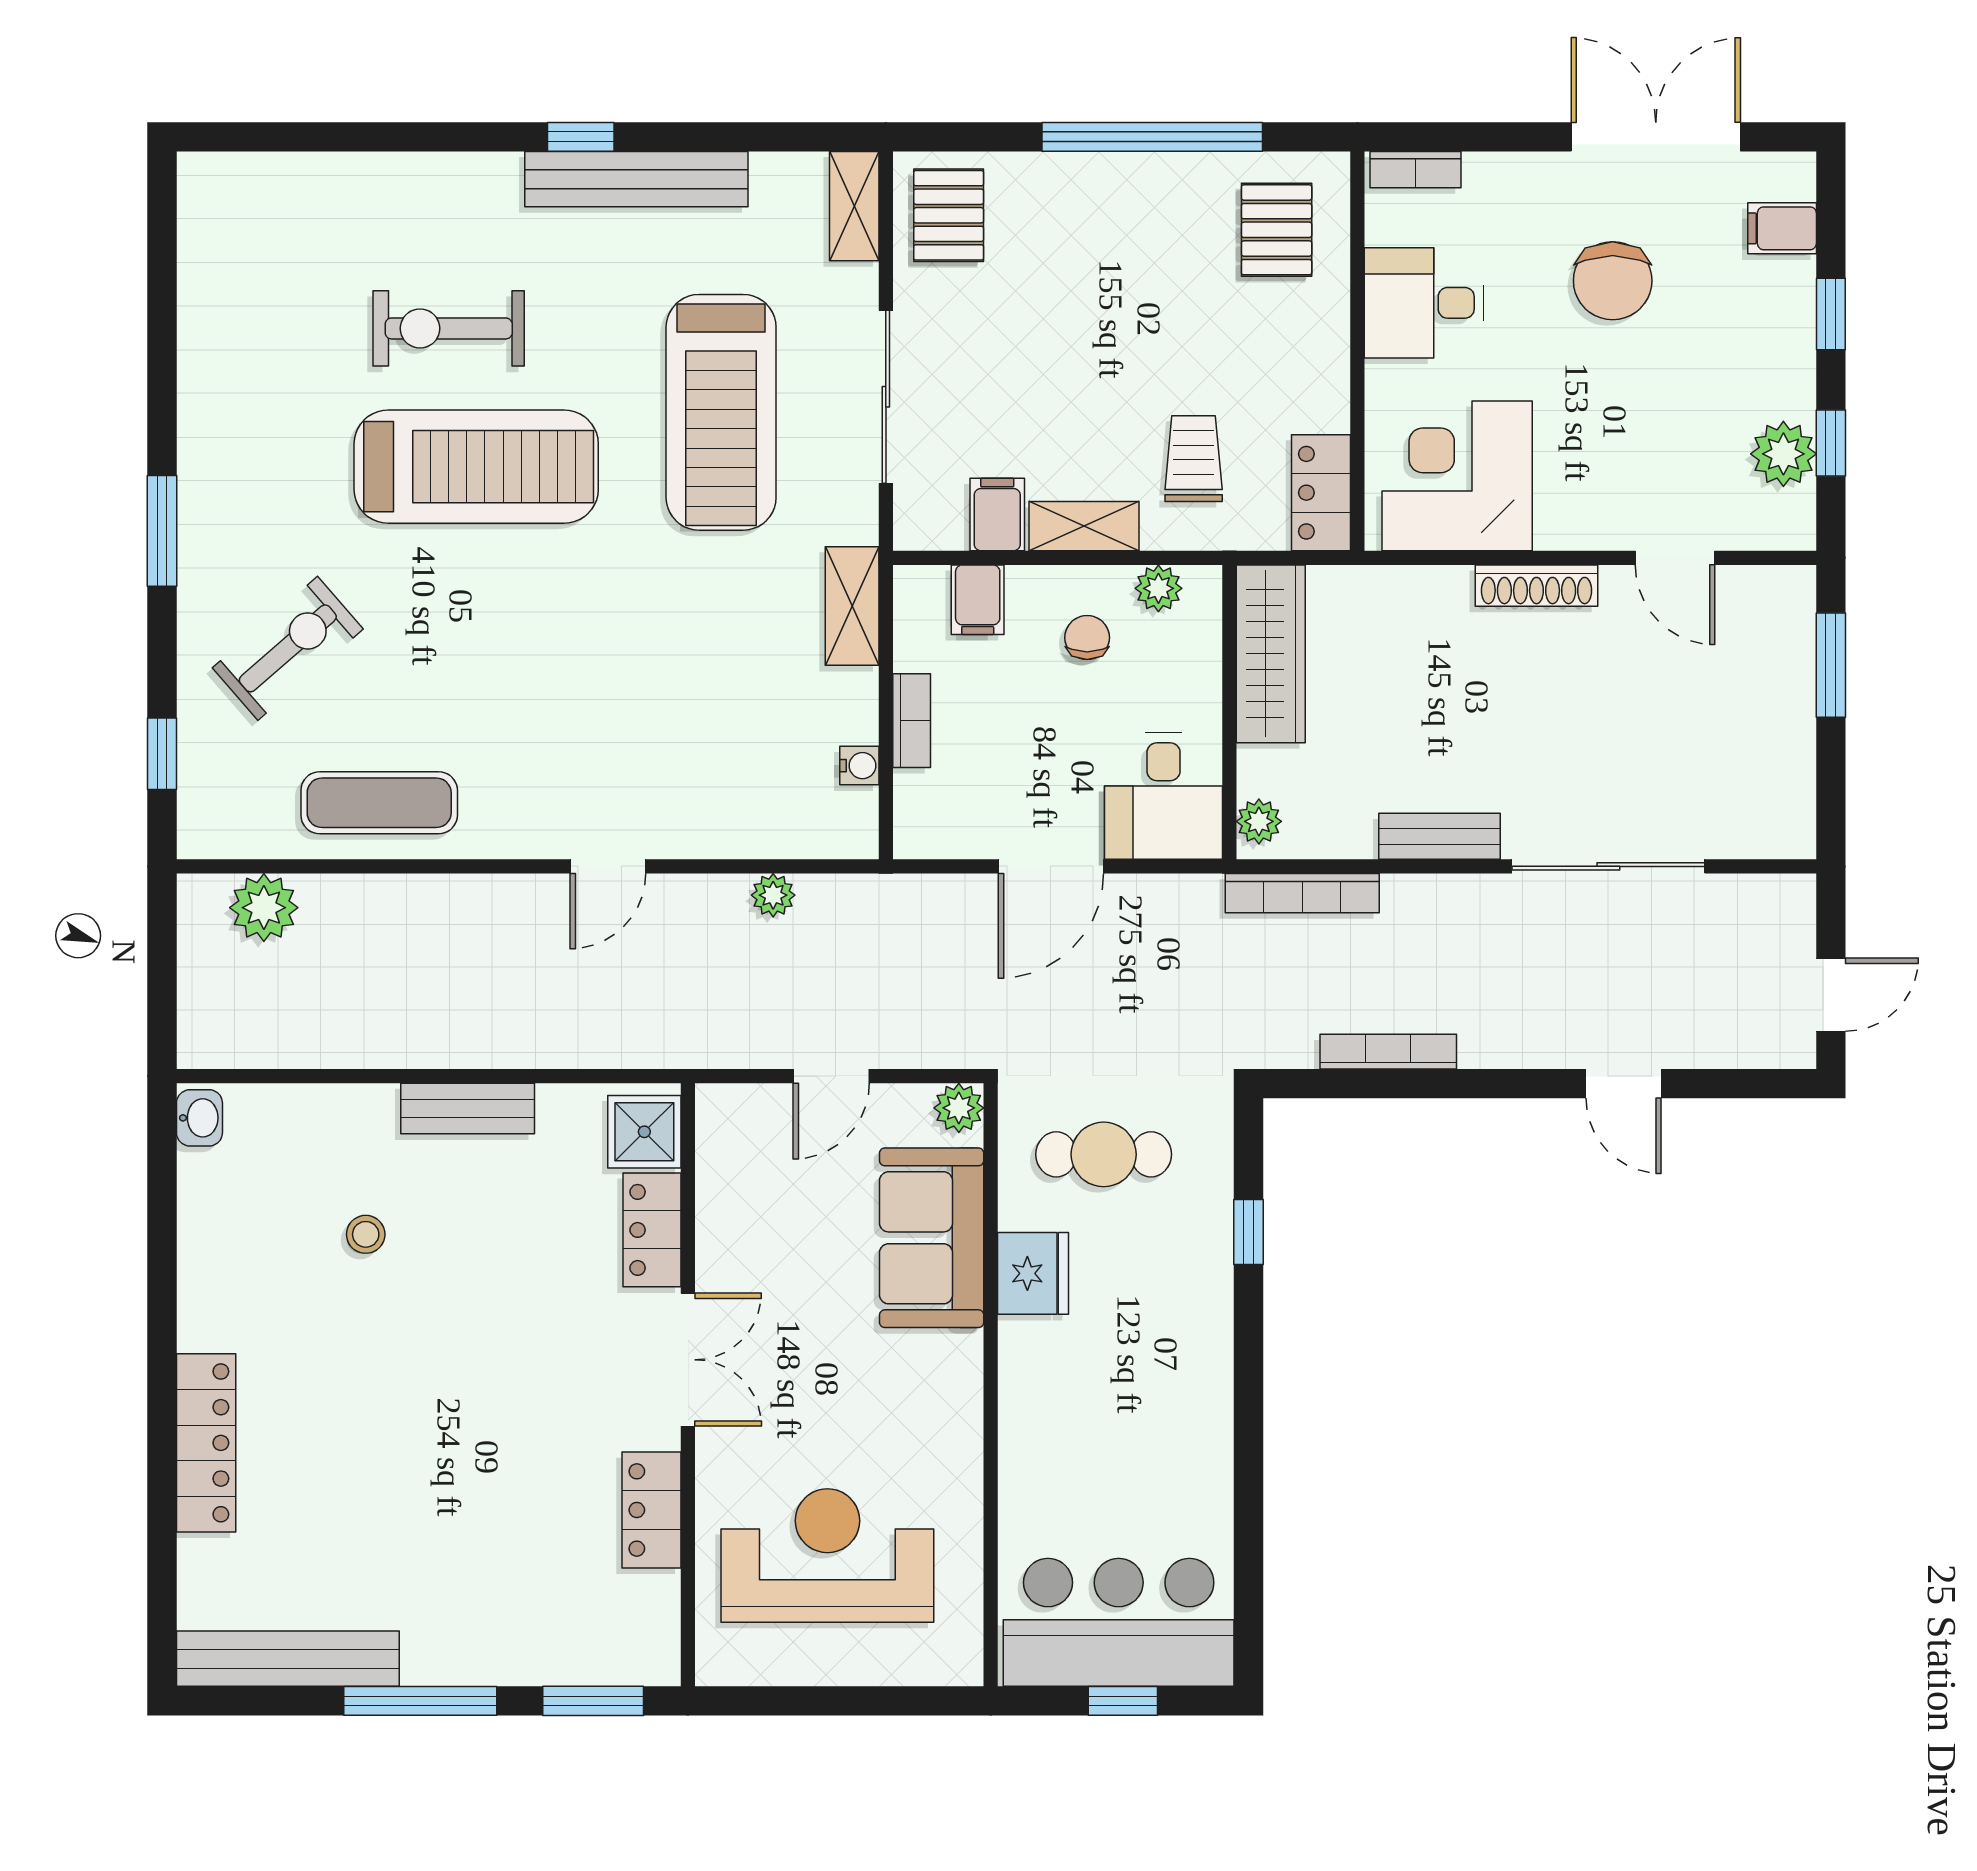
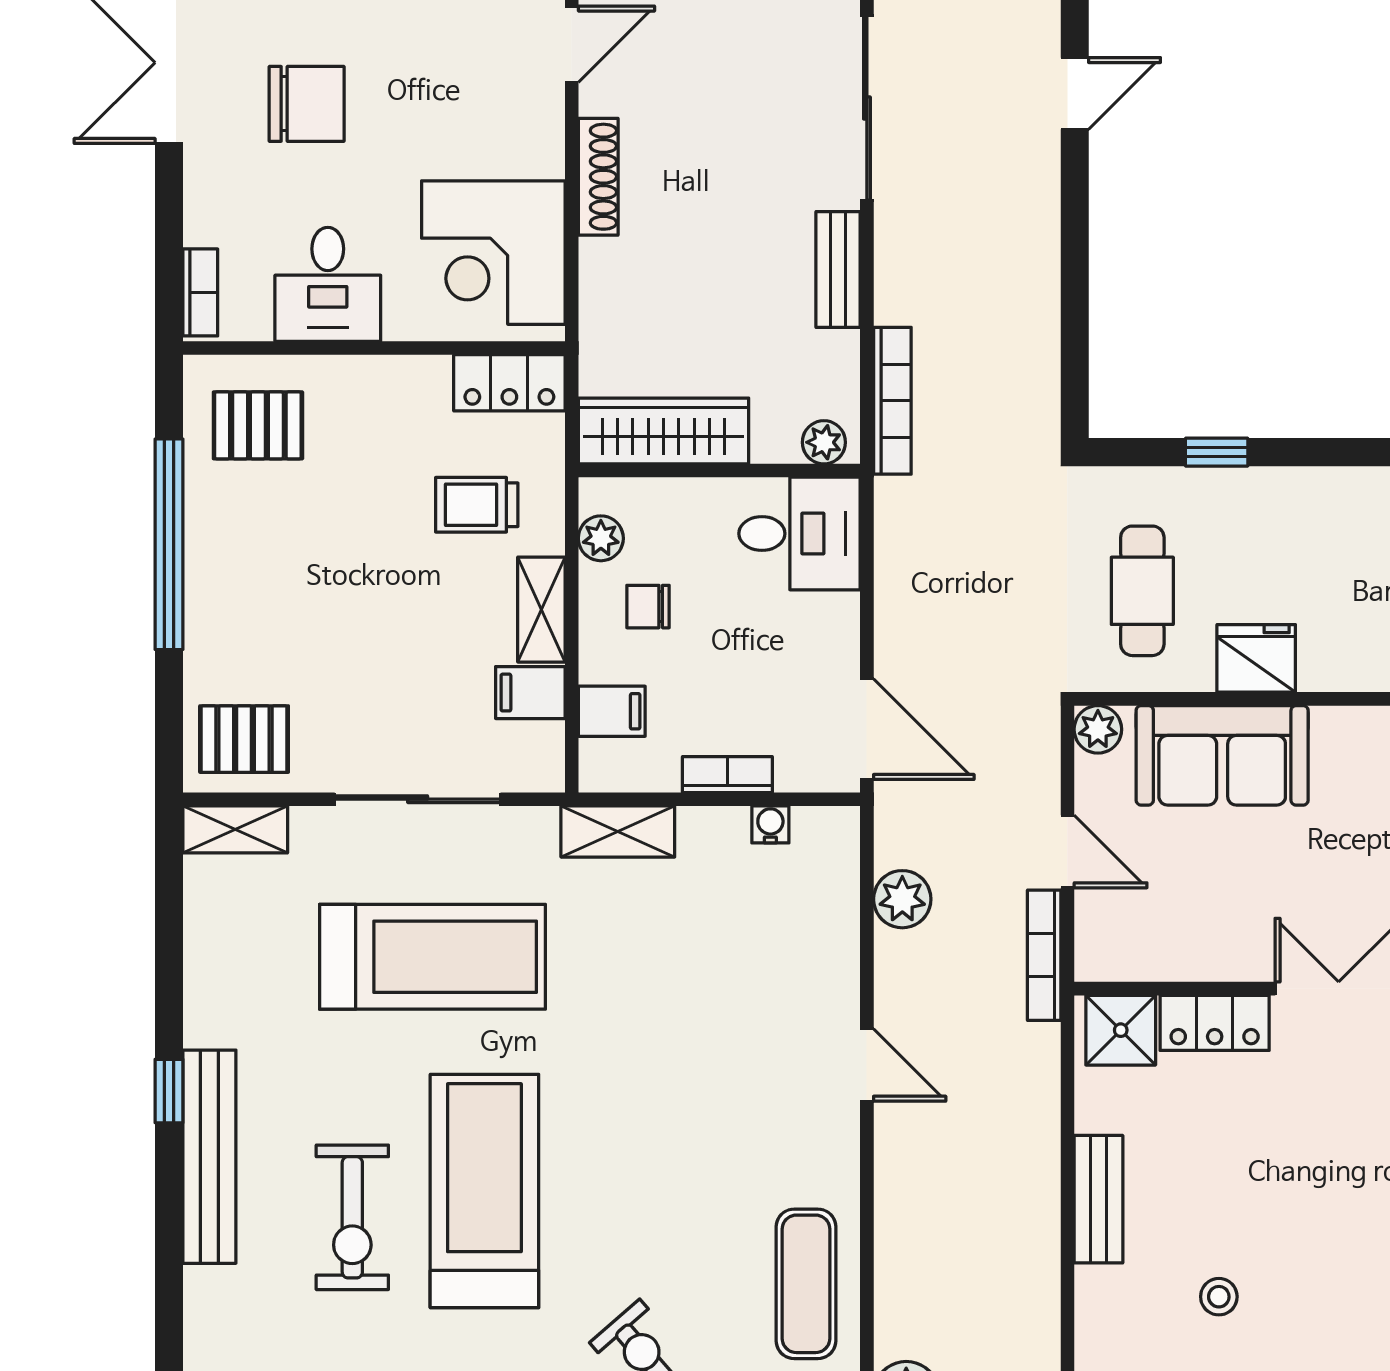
bench: (636, 179) -> (209, 1157), moved
door: (1051, 866) -> (867, 729), moved
plant: (773, 895) -> (902, 899), width x1.38, depth x1.38
bookcase: (1388, 1052) -> (1044, 955), moved

